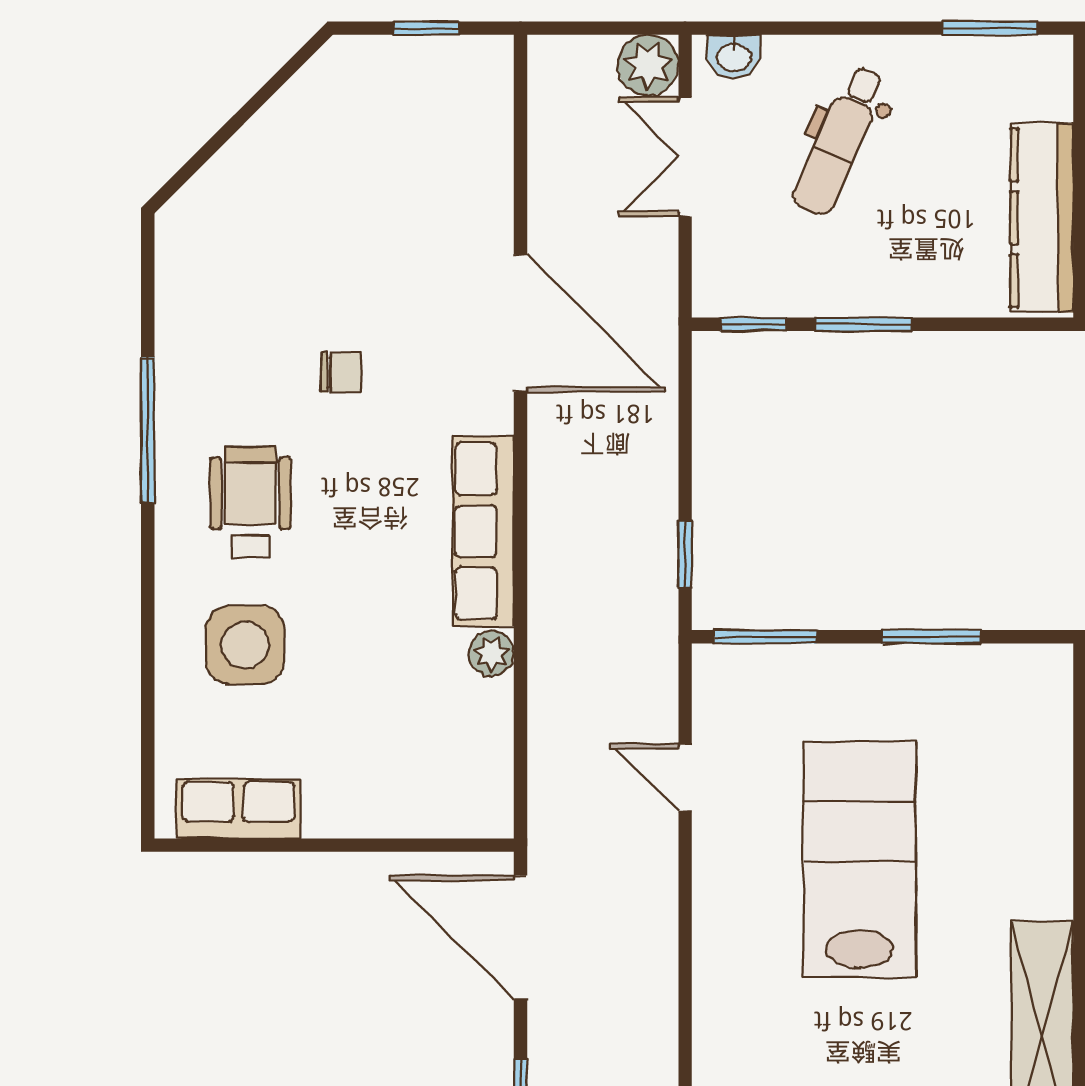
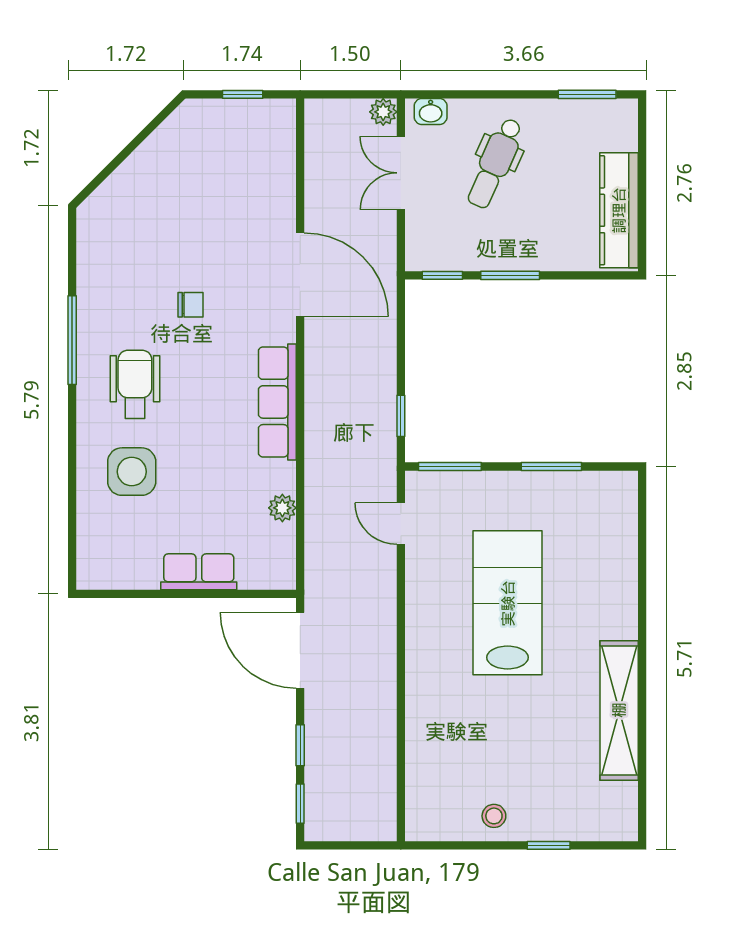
plant: (648, 65) -> (383, 112), width x0.73, depth x0.73
plant: (491, 653) -> (282, 508), moved
door: (685, 778) -> (401, 524), moved
row of seats: (238, 809) -> (199, 572), moved

